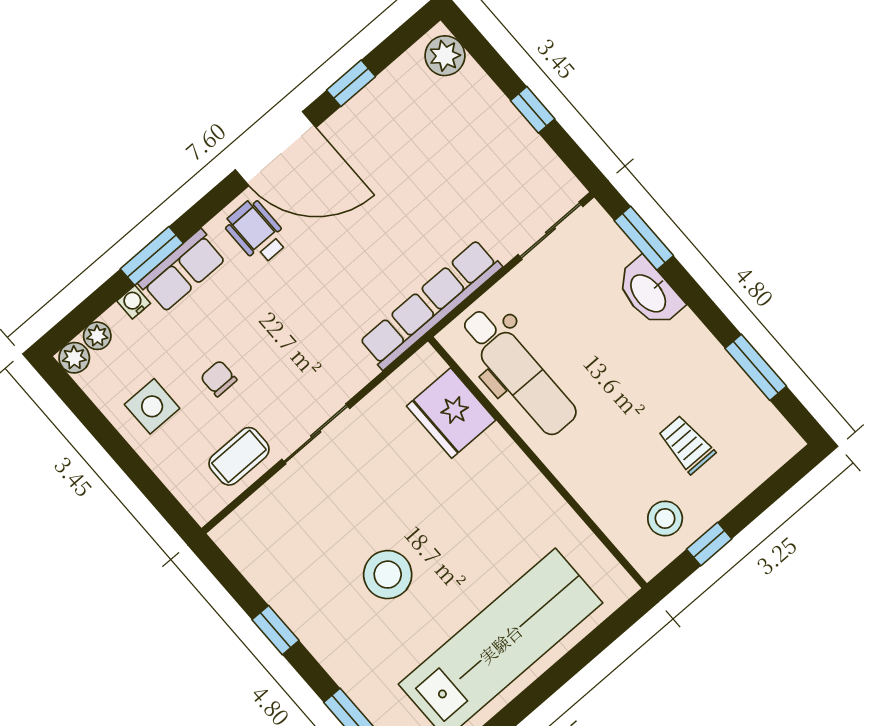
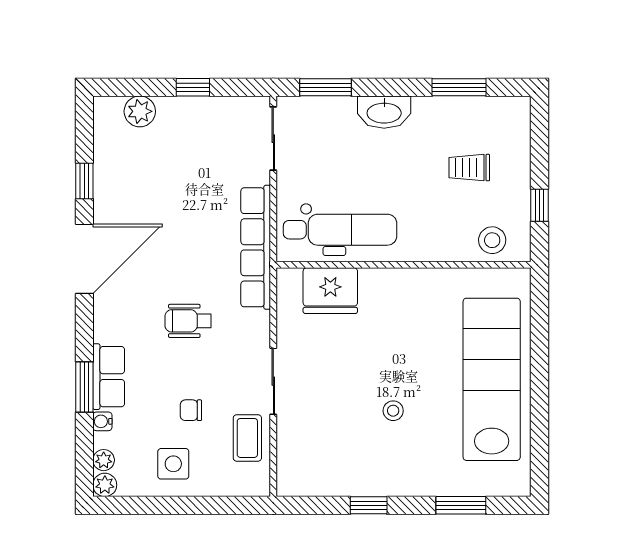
plant: (445, 56) -> (140, 111), moved
wheelchair: (257, 232) -> (188, 321), moved
washbasin: (649, 293) -> (384, 112), moved
stool: (665, 518) -> (492, 240), moved
stool: (388, 575) -> (393, 411), width x0.53, depth x0.53

